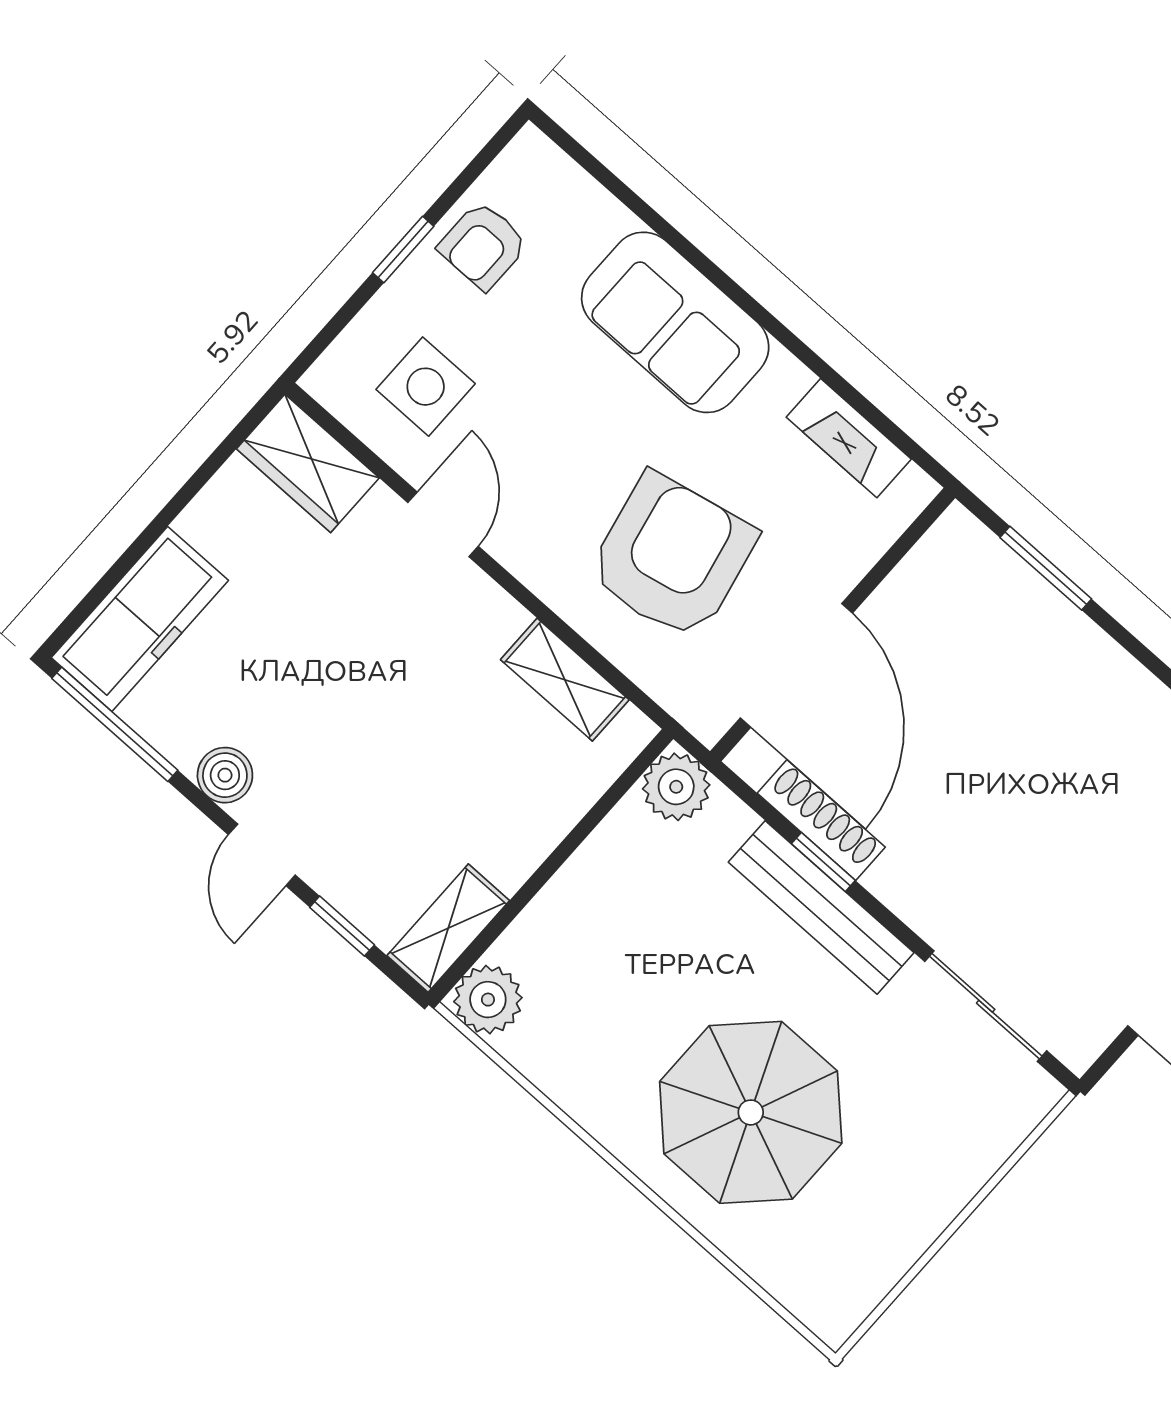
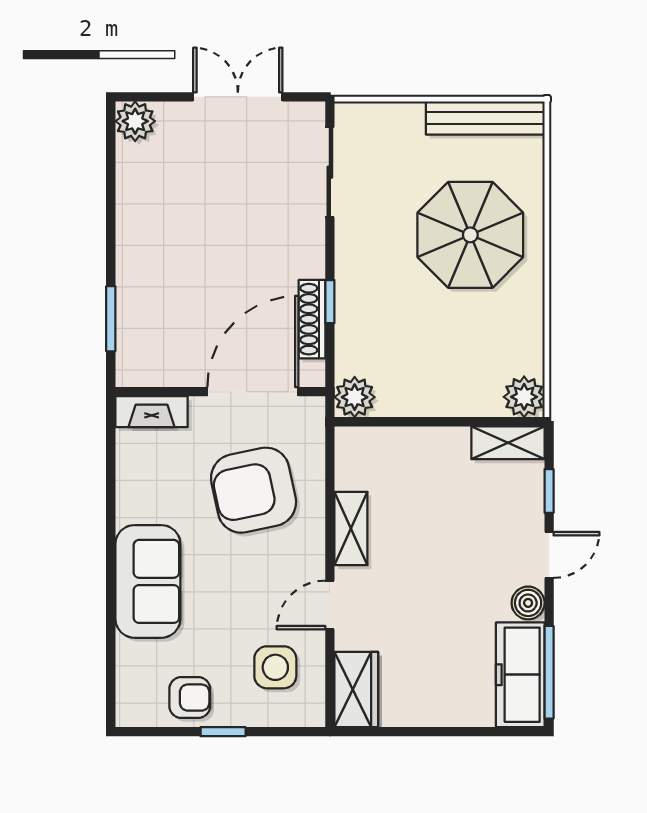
fireplace: (849, 438) -> (152, 412), moved, turned 90
freezer: (140, 619) -> (520, 675), moved, turned -90
shelving: (565, 680) -> (351, 529), moved
bench: (821, 907) -> (485, 118), moved, turned 90

